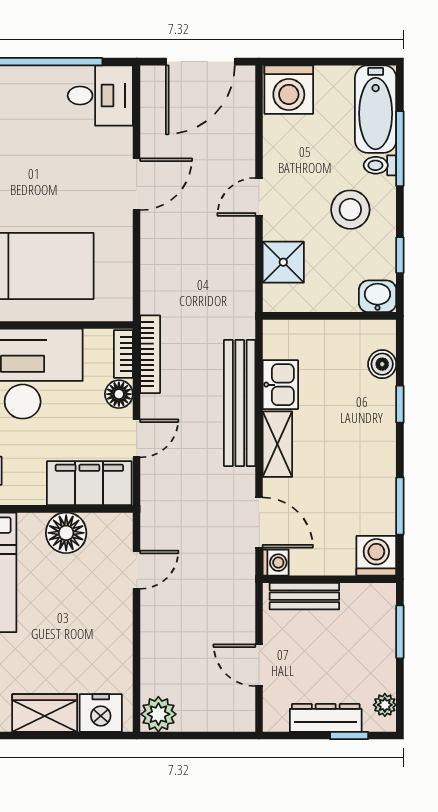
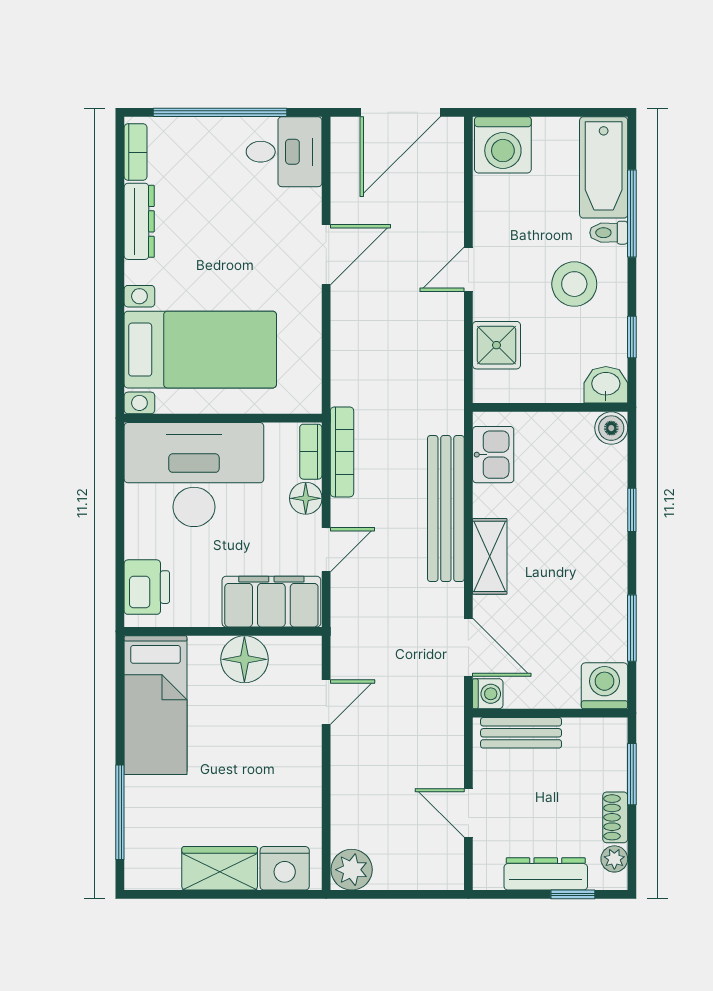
boiler: (382, 364) -> (611, 428), moved
kitchen sink: (280, 385) -> (493, 455), moved
shoe rack: (386, 669) -> (615, 817), added

